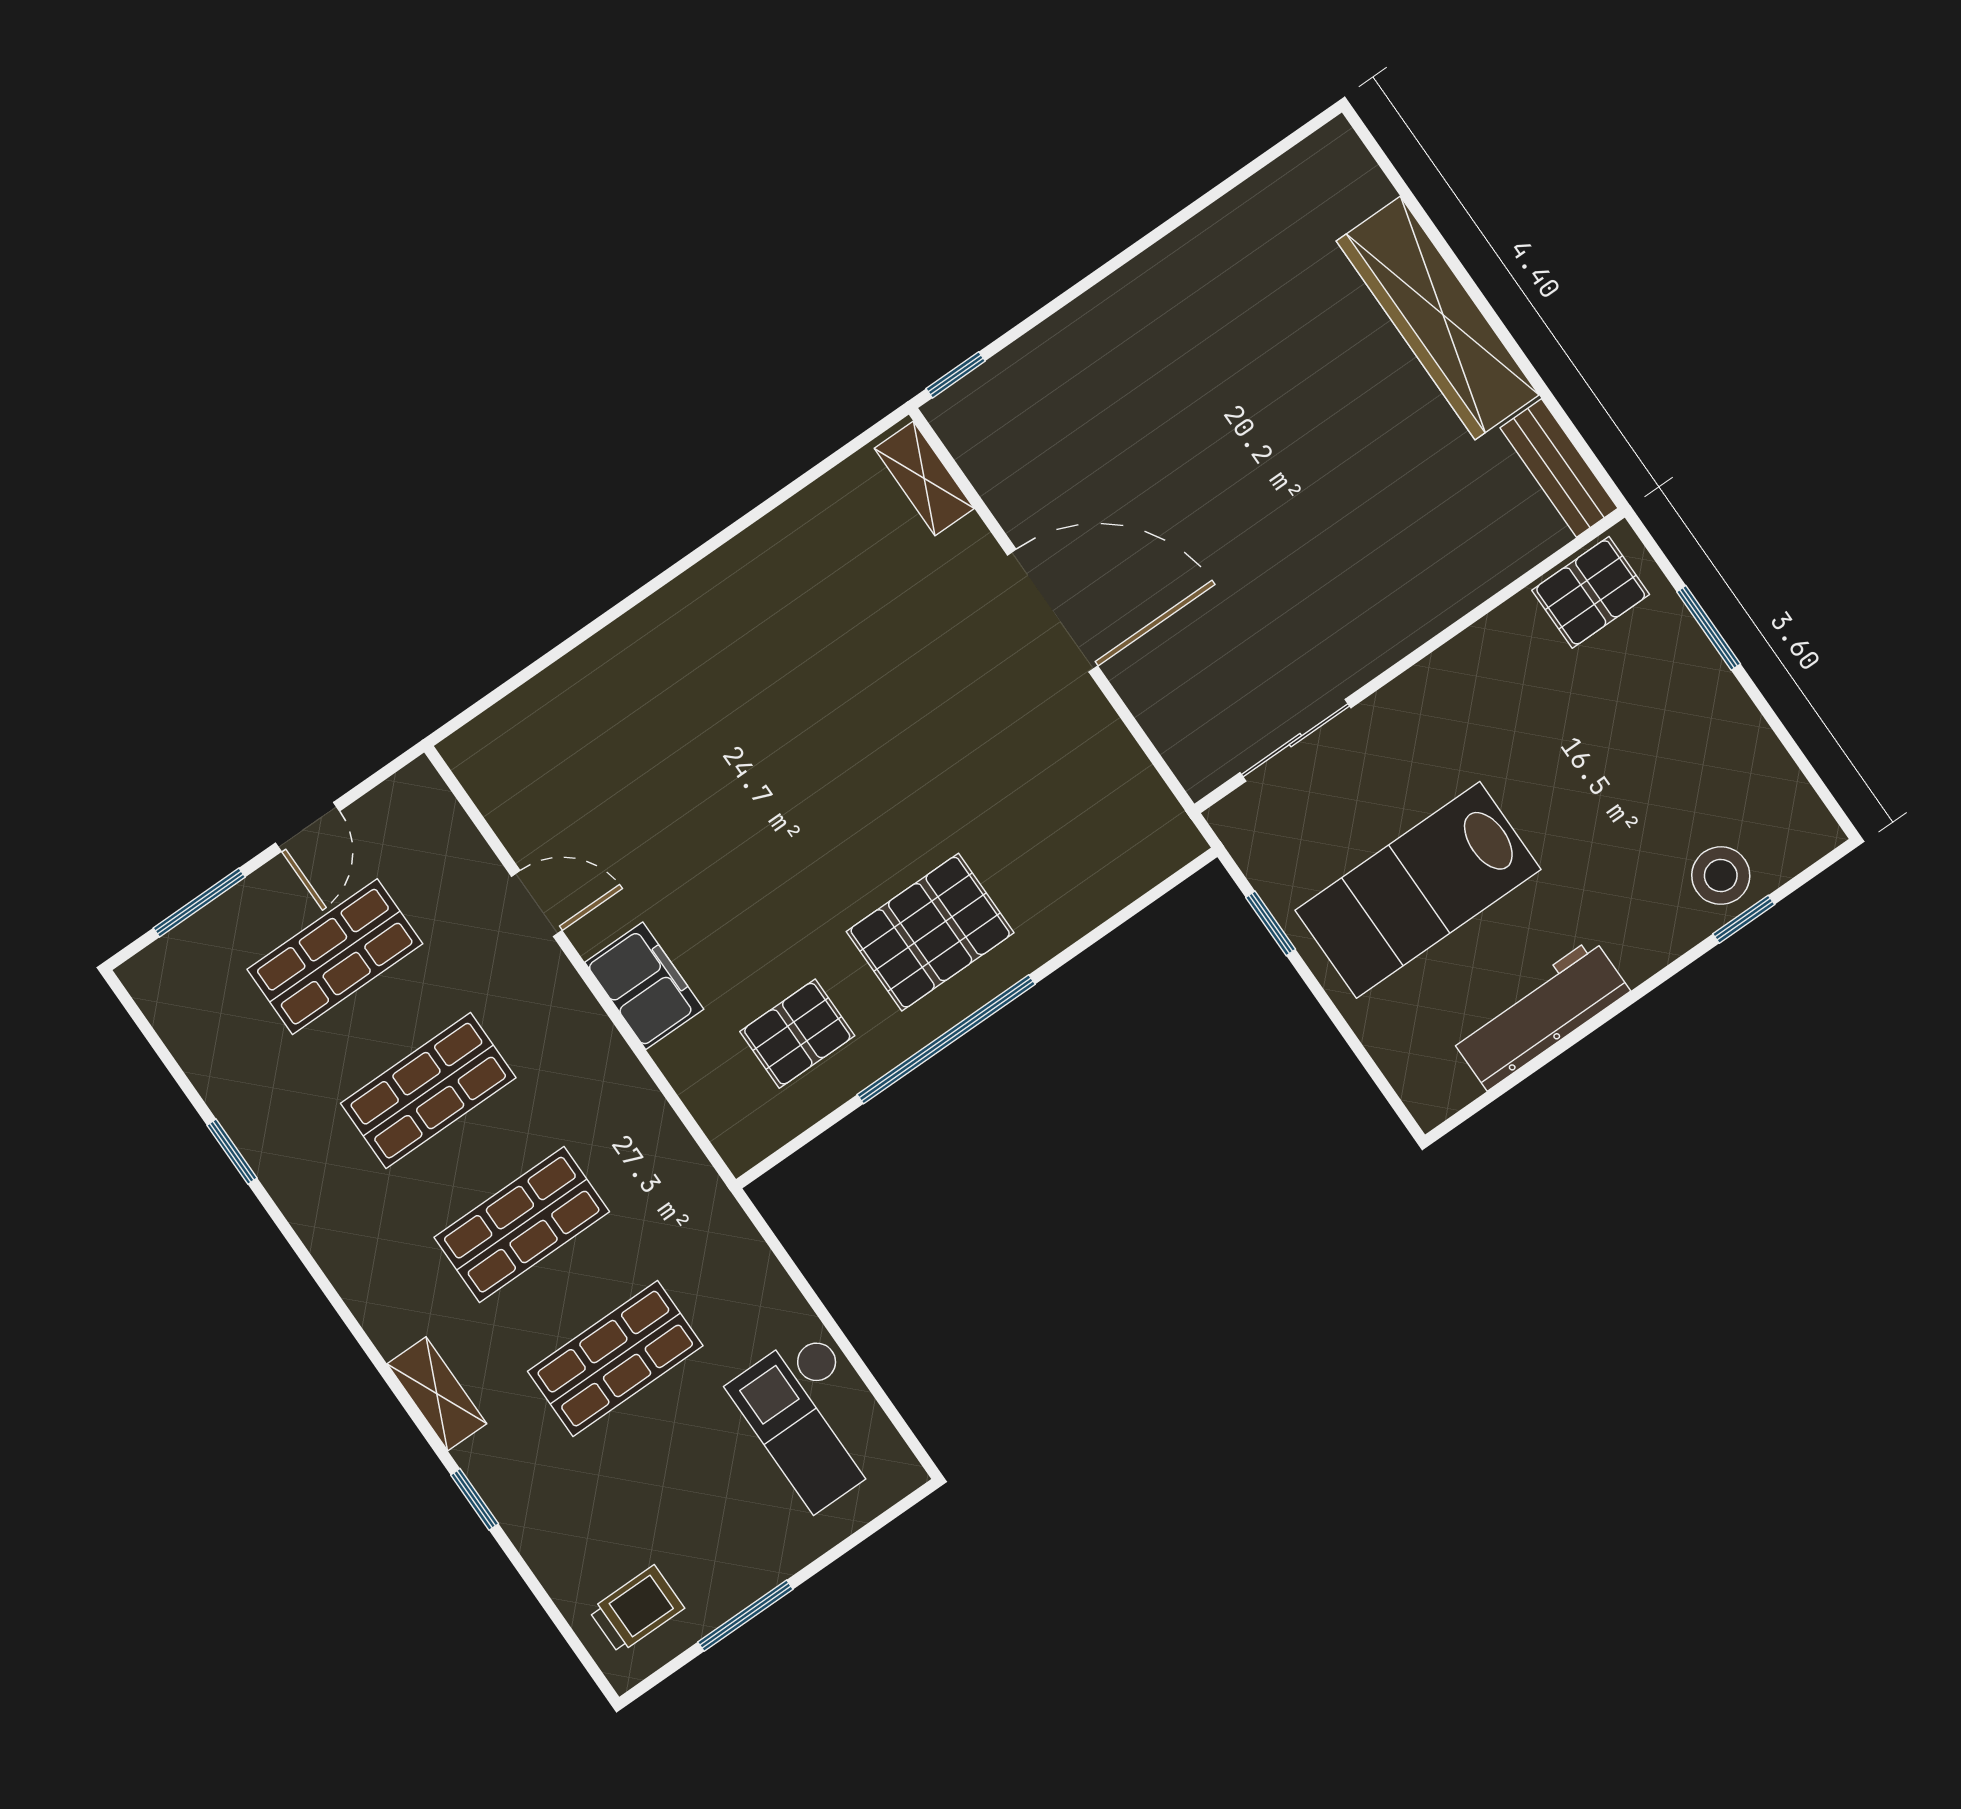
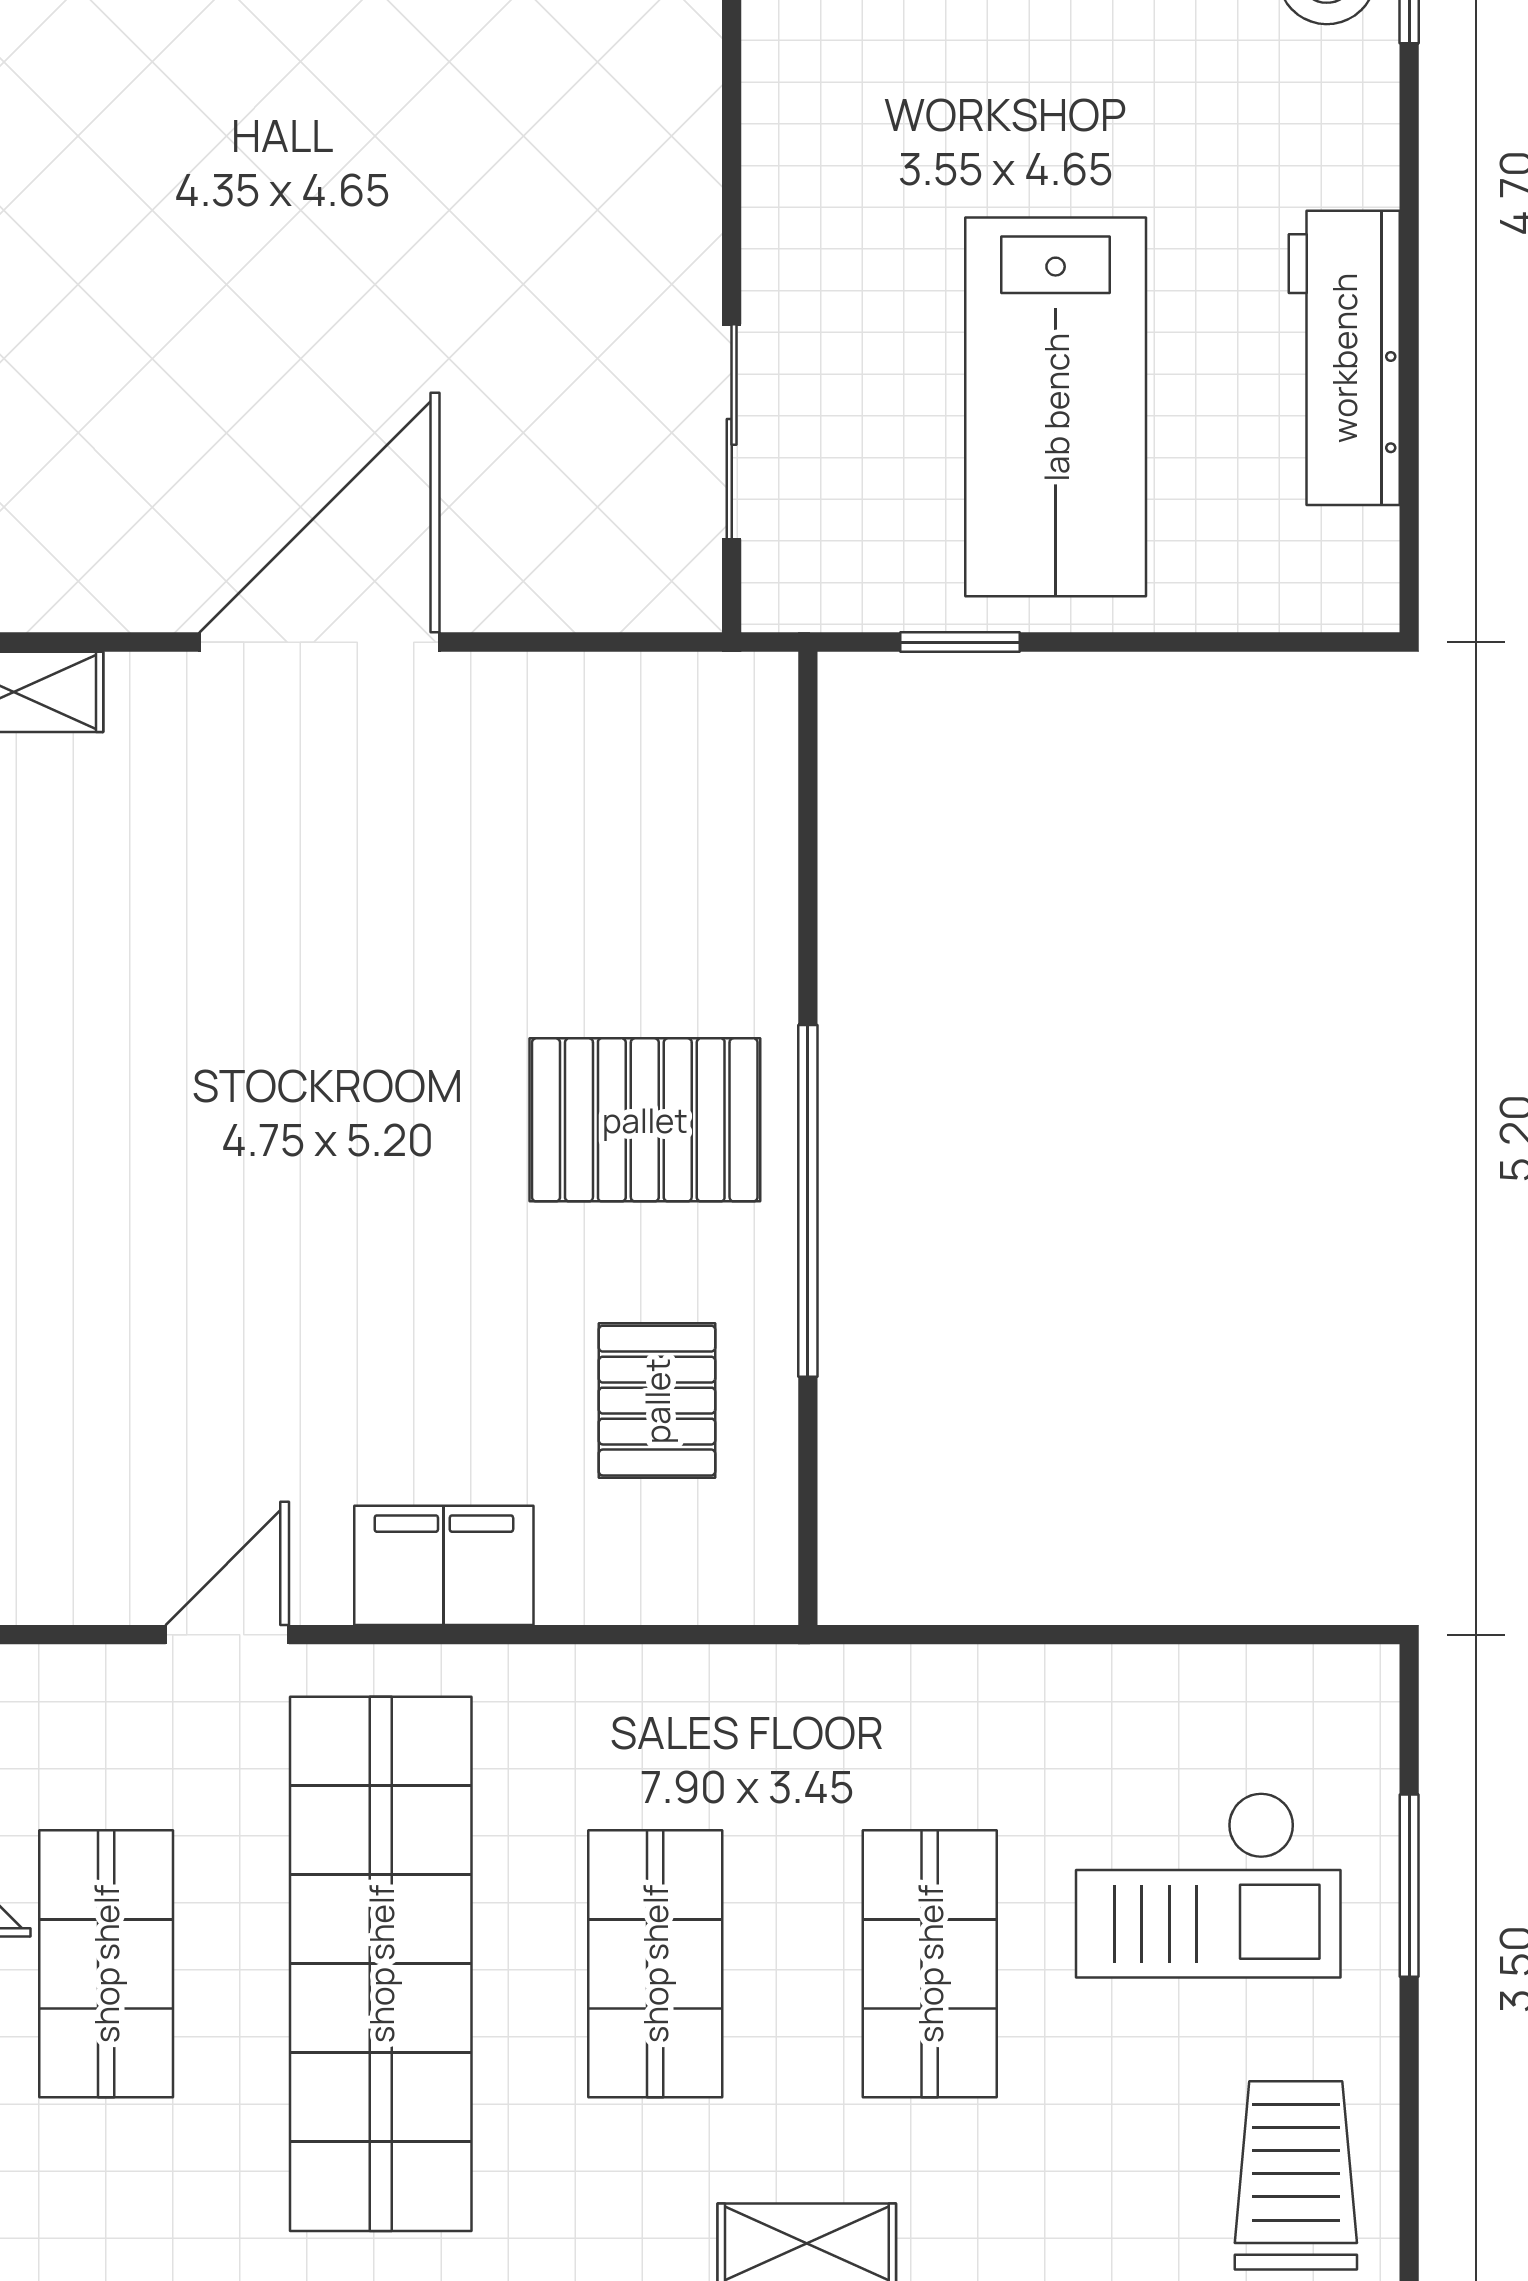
pallet: (930, 932) -> (645, 1120), turned 90
shop shelf: (428, 1091) -> (381, 1964), width x2.00, depth x1.36
checkout: (814, 1419) -> (1208, 1885), moved
trolley: (637, 1609) -> (1296, 2175), width x1.36, depth x1.39
window: (745, 1616) -> (1409, 1886), moved

